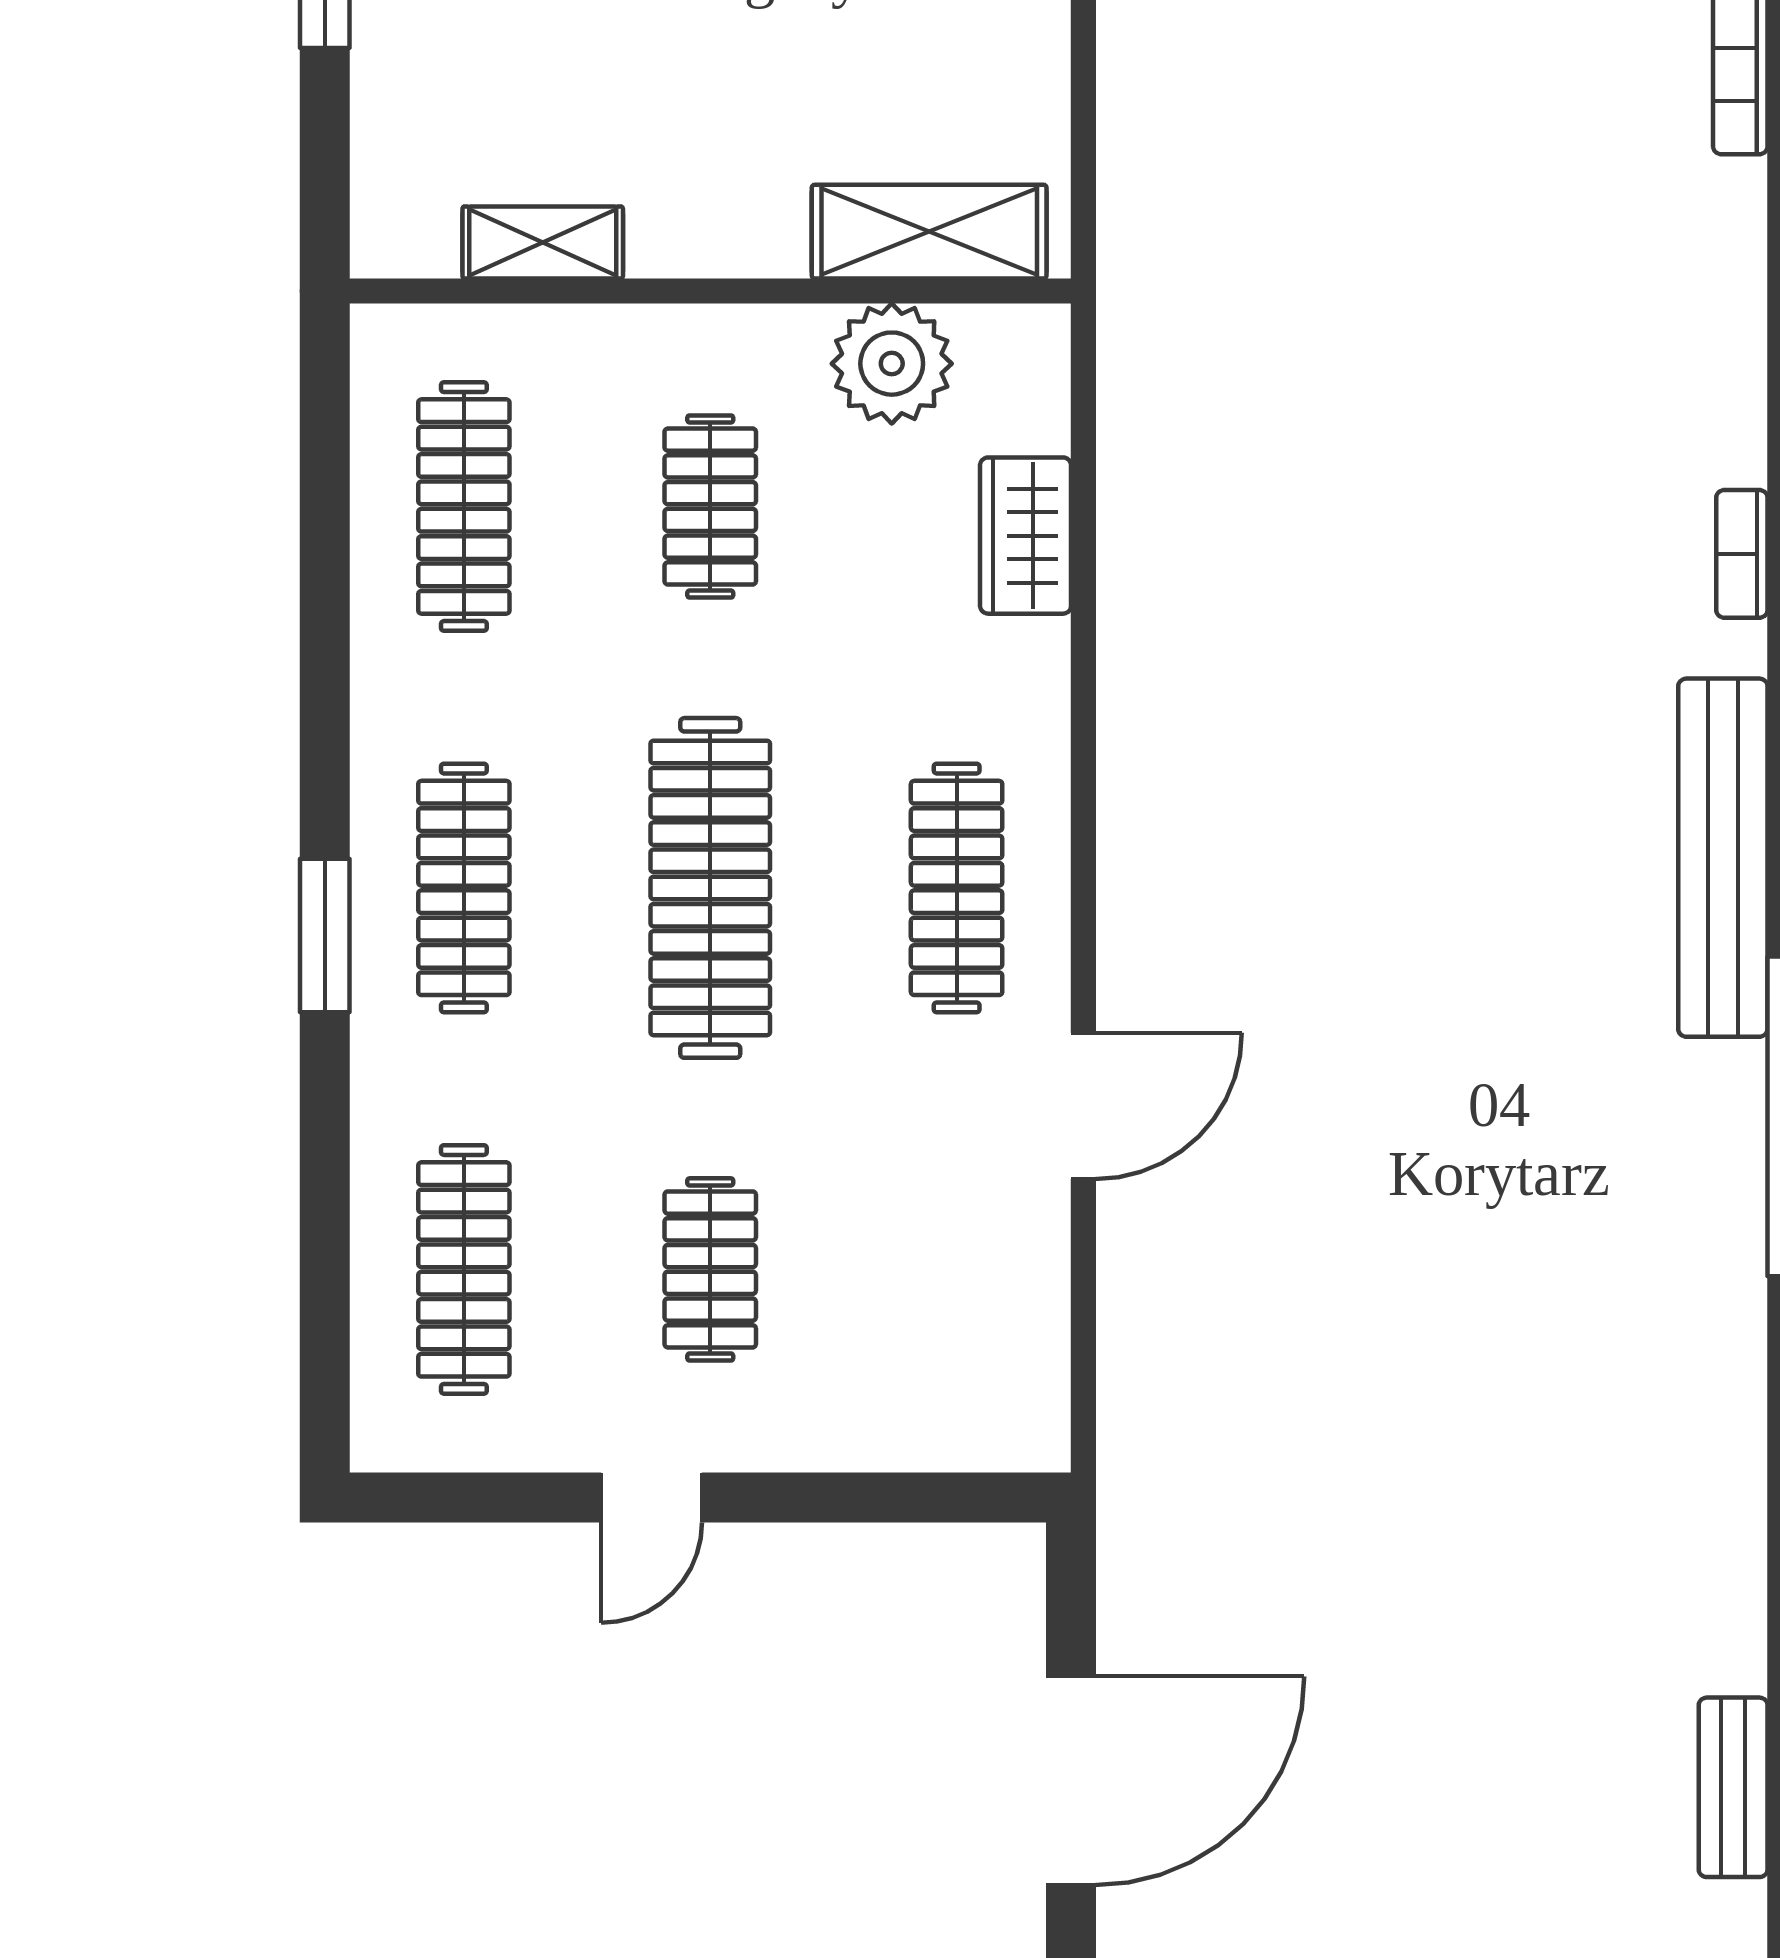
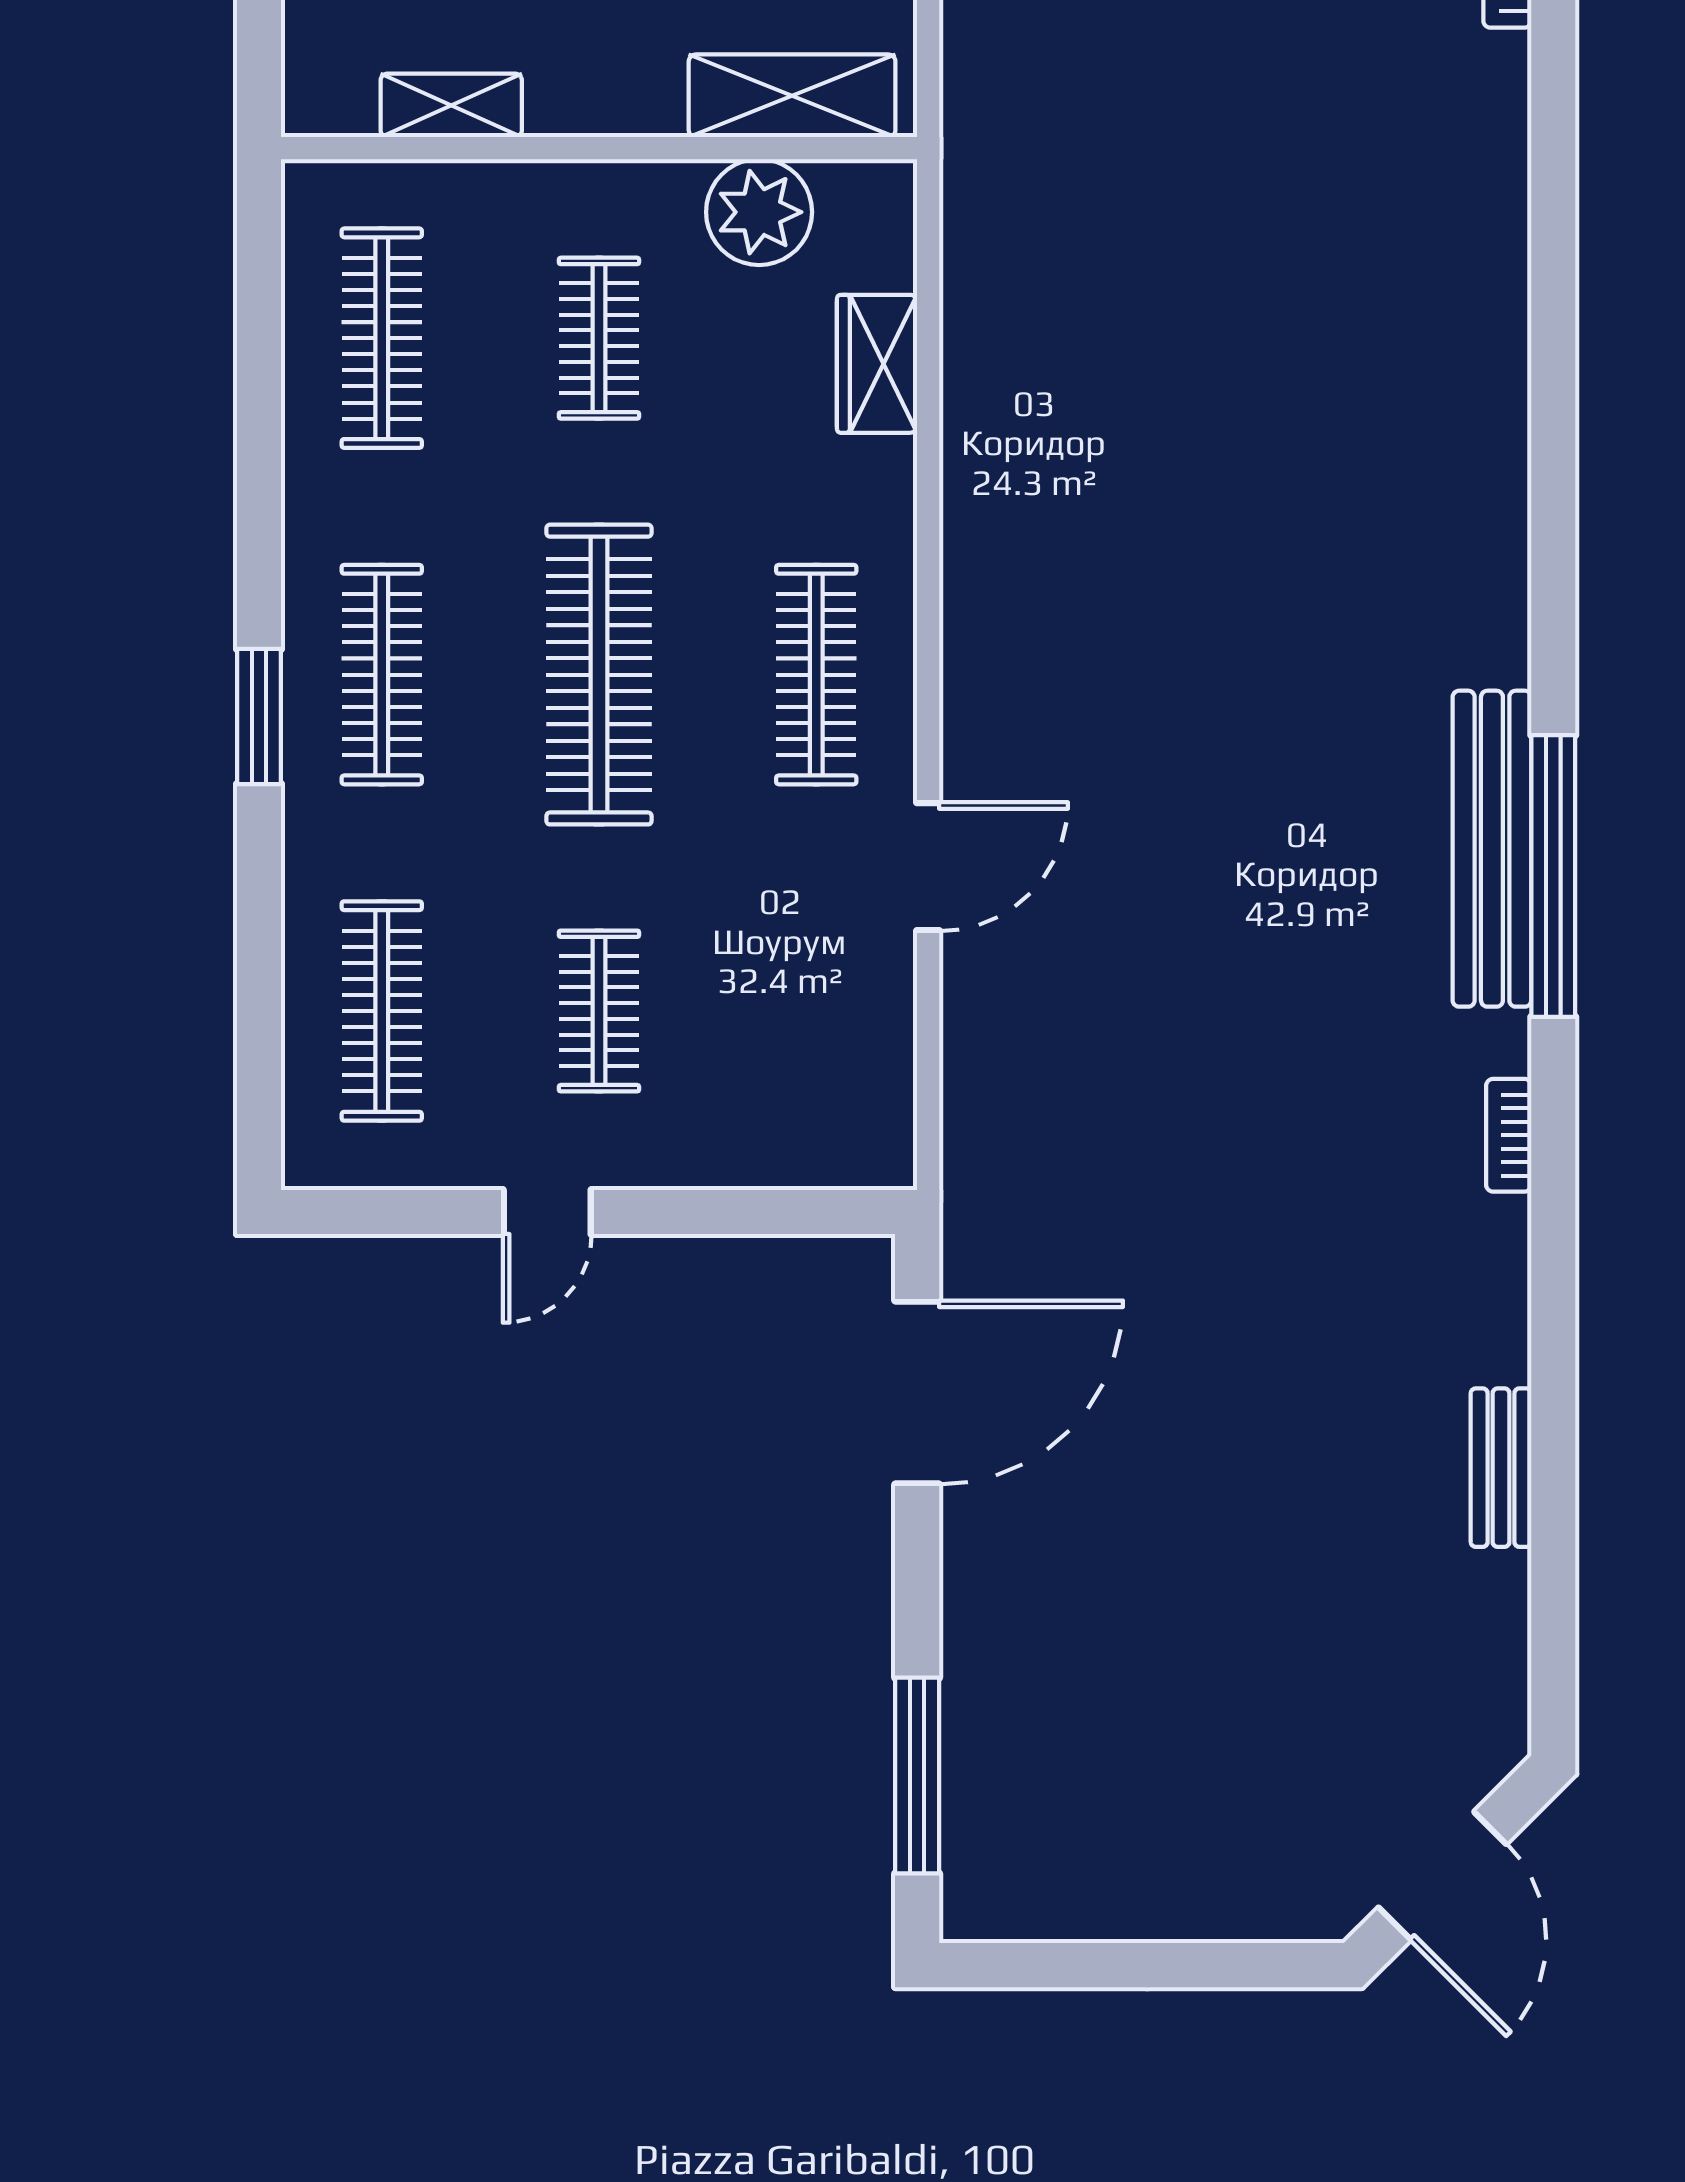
bookcase: (1742, 554) -> (1509, 1135), moved
bench: (1723, 858) -> (1492, 849), moved
door: (1071, 1781) -> (917, 1392), moved

